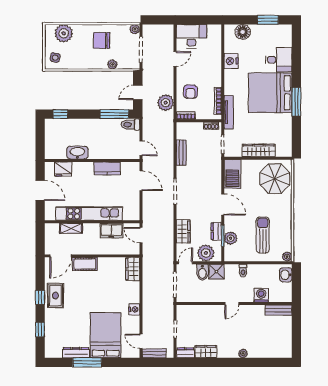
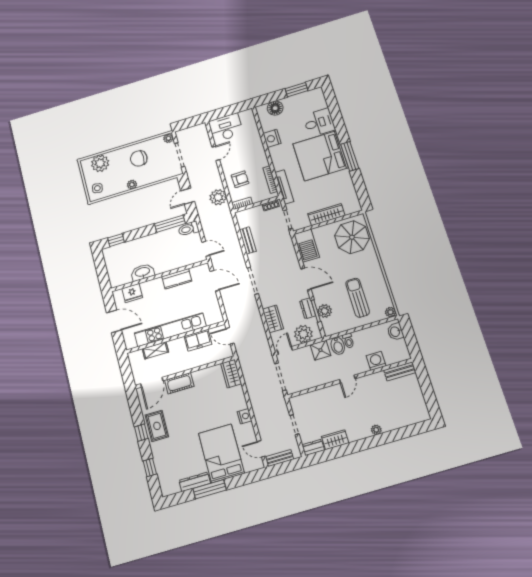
plant: (112, 65) -> (132, 185), moved
armchair: (190, 92) -> (240, 179), turned -92
bidet: (202, 272) -> (338, 346), moved

